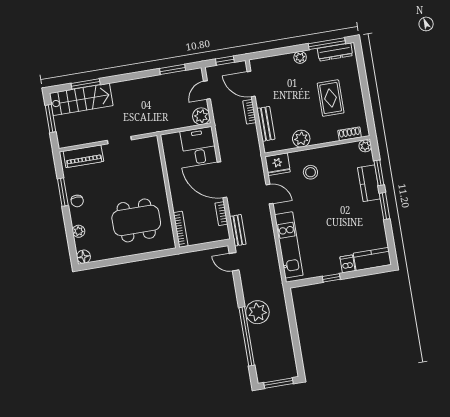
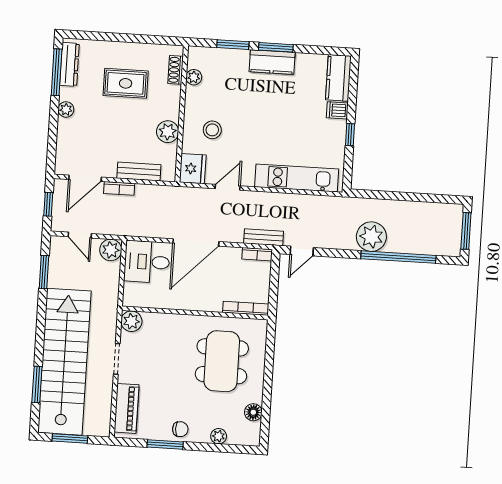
stairs: (81, 99) -> (64, 362), width x1.86, depth x1.51
plant: (151, 145) -> (131, 321), added
plant: (365, 146) -> (194, 77), moved
kitchen counter: (369, 183) -> (272, 62), moved
bookcase: (221, 214) -> (257, 254), moved
floor lamp: (84, 257) -> (253, 412), moved

